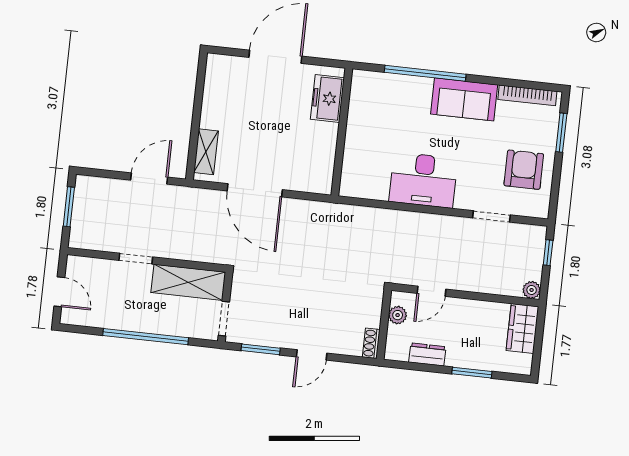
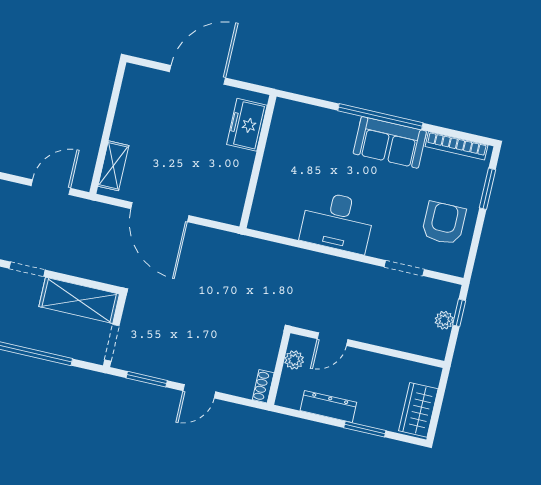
window: (425, 73) -> (380, 117), moved
plant: (532, 290) -> (444, 320), moved
wardrobe: (522, 329) -> (418, 410), moved
dresser: (427, 354) -> (328, 406), width x1.44

